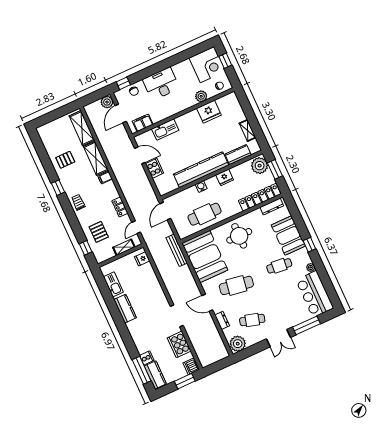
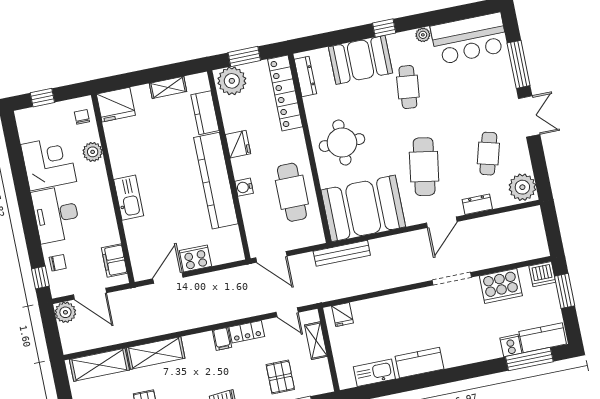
corner desk: (207, 65) -> (49, 163), moved
fridge: (209, 112) -> (116, 105), moved, turned 90
kitchen sink: (165, 130) -> (129, 198), moved
filing cabinet: (105, 178) -> (222, 339), moved
pallet: (99, 232) -> (280, 377), turned 90

